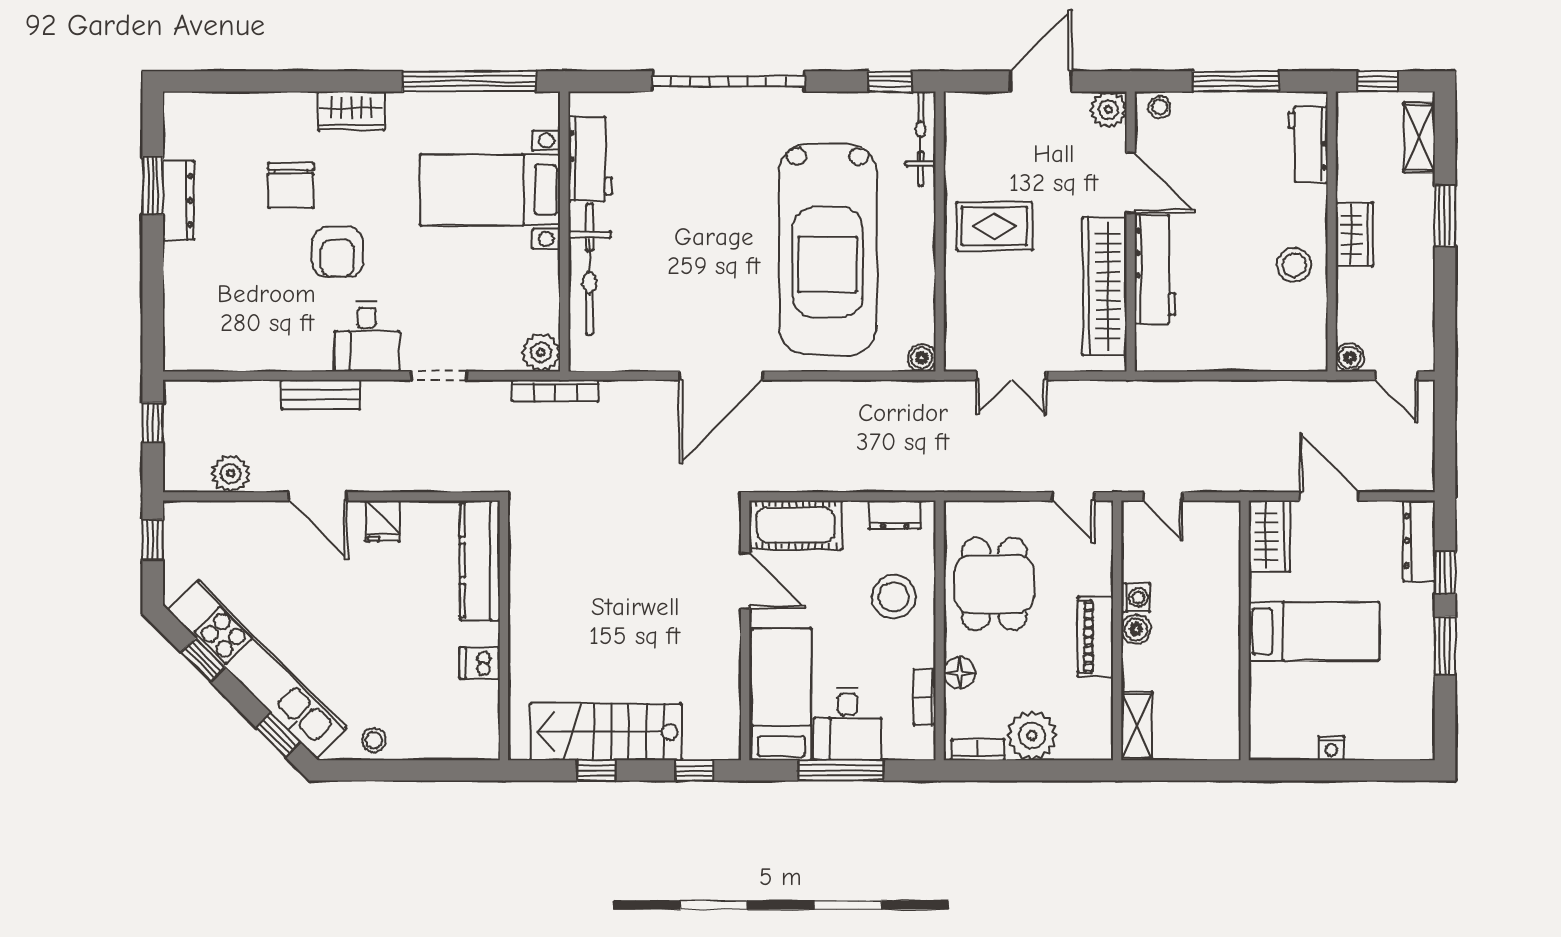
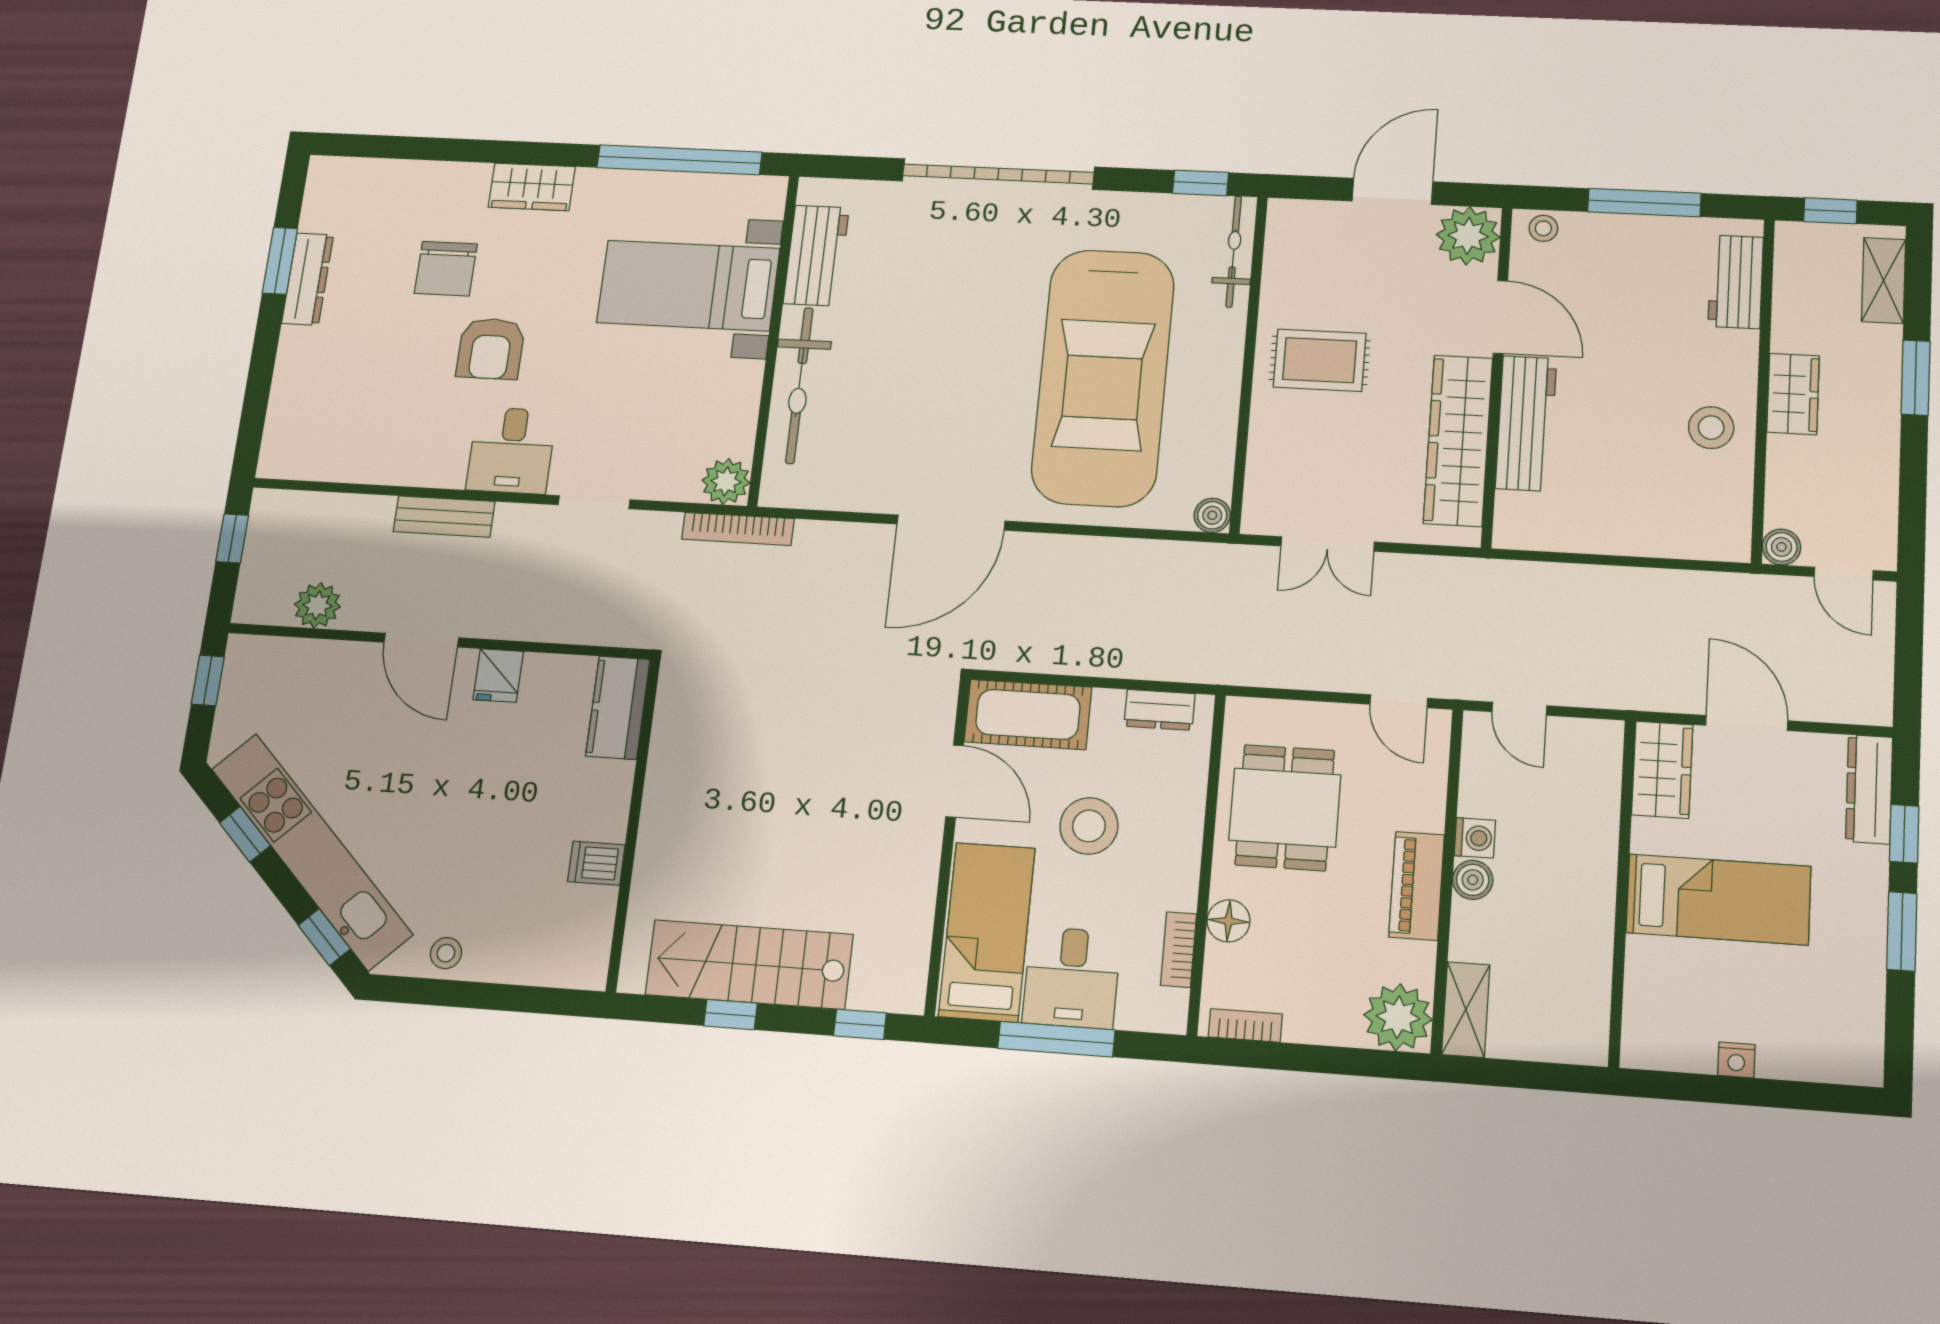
plant: (1108, 110) -> (1468, 236), width x1.36, depth x1.36
kitchen counter: (480, 560) -> (618, 708), width x0.67
stool: (894, 597) -> (1089, 826), moved
plant: (1032, 735) -> (1398, 1017), moved

